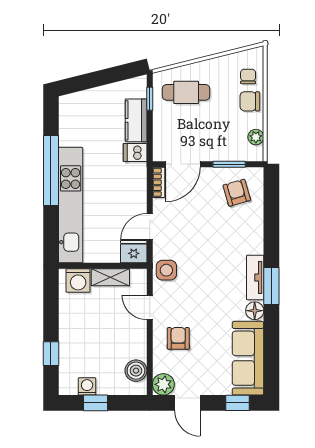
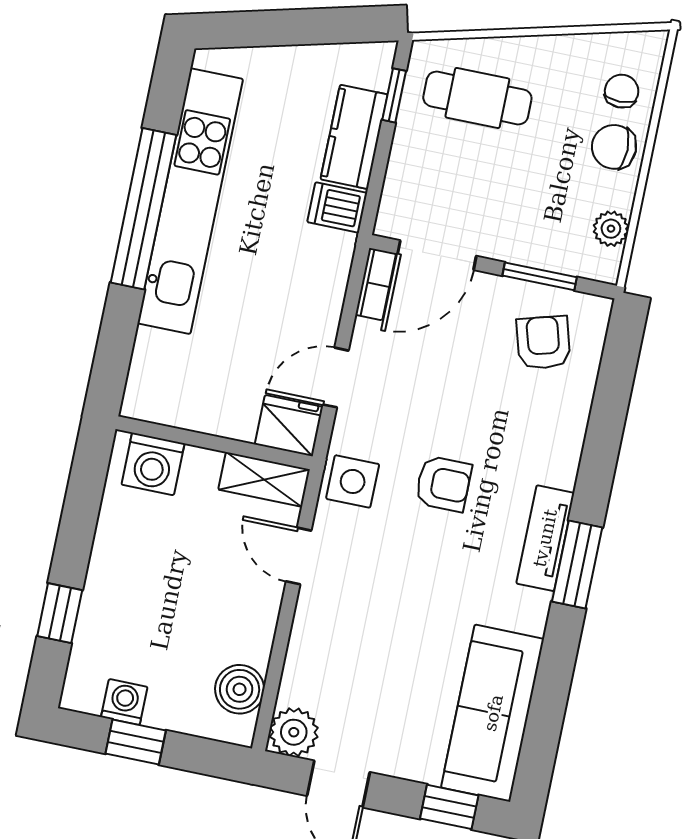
kitchen unit: (71, 205) -> (190, 201), moved
shelving: (110, 277) -> (264, 479), moved
floor lamp: (255, 311) -> (529, 611), removed
armchair: (178, 338) -> (443, 484), moved, turned 90

